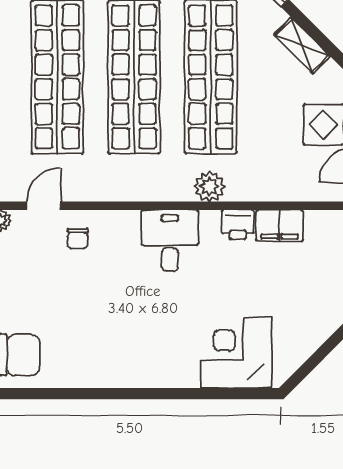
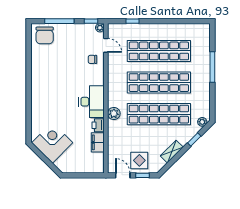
desk: (170, 241) -> (92, 102), width x1.37
corner desk: (236, 353) -> (52, 143), moved, turned -45

